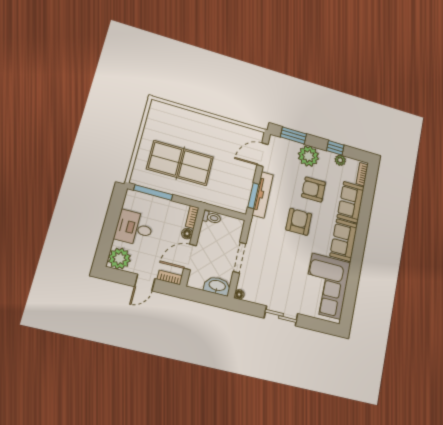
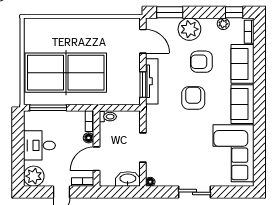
window: (335, 148) -> (234, 12), moved
door: (262, 155) -> (143, 41), swing flipped
table tennis table: (180, 163) -> (66, 73), width x1.36, depth x1.32

